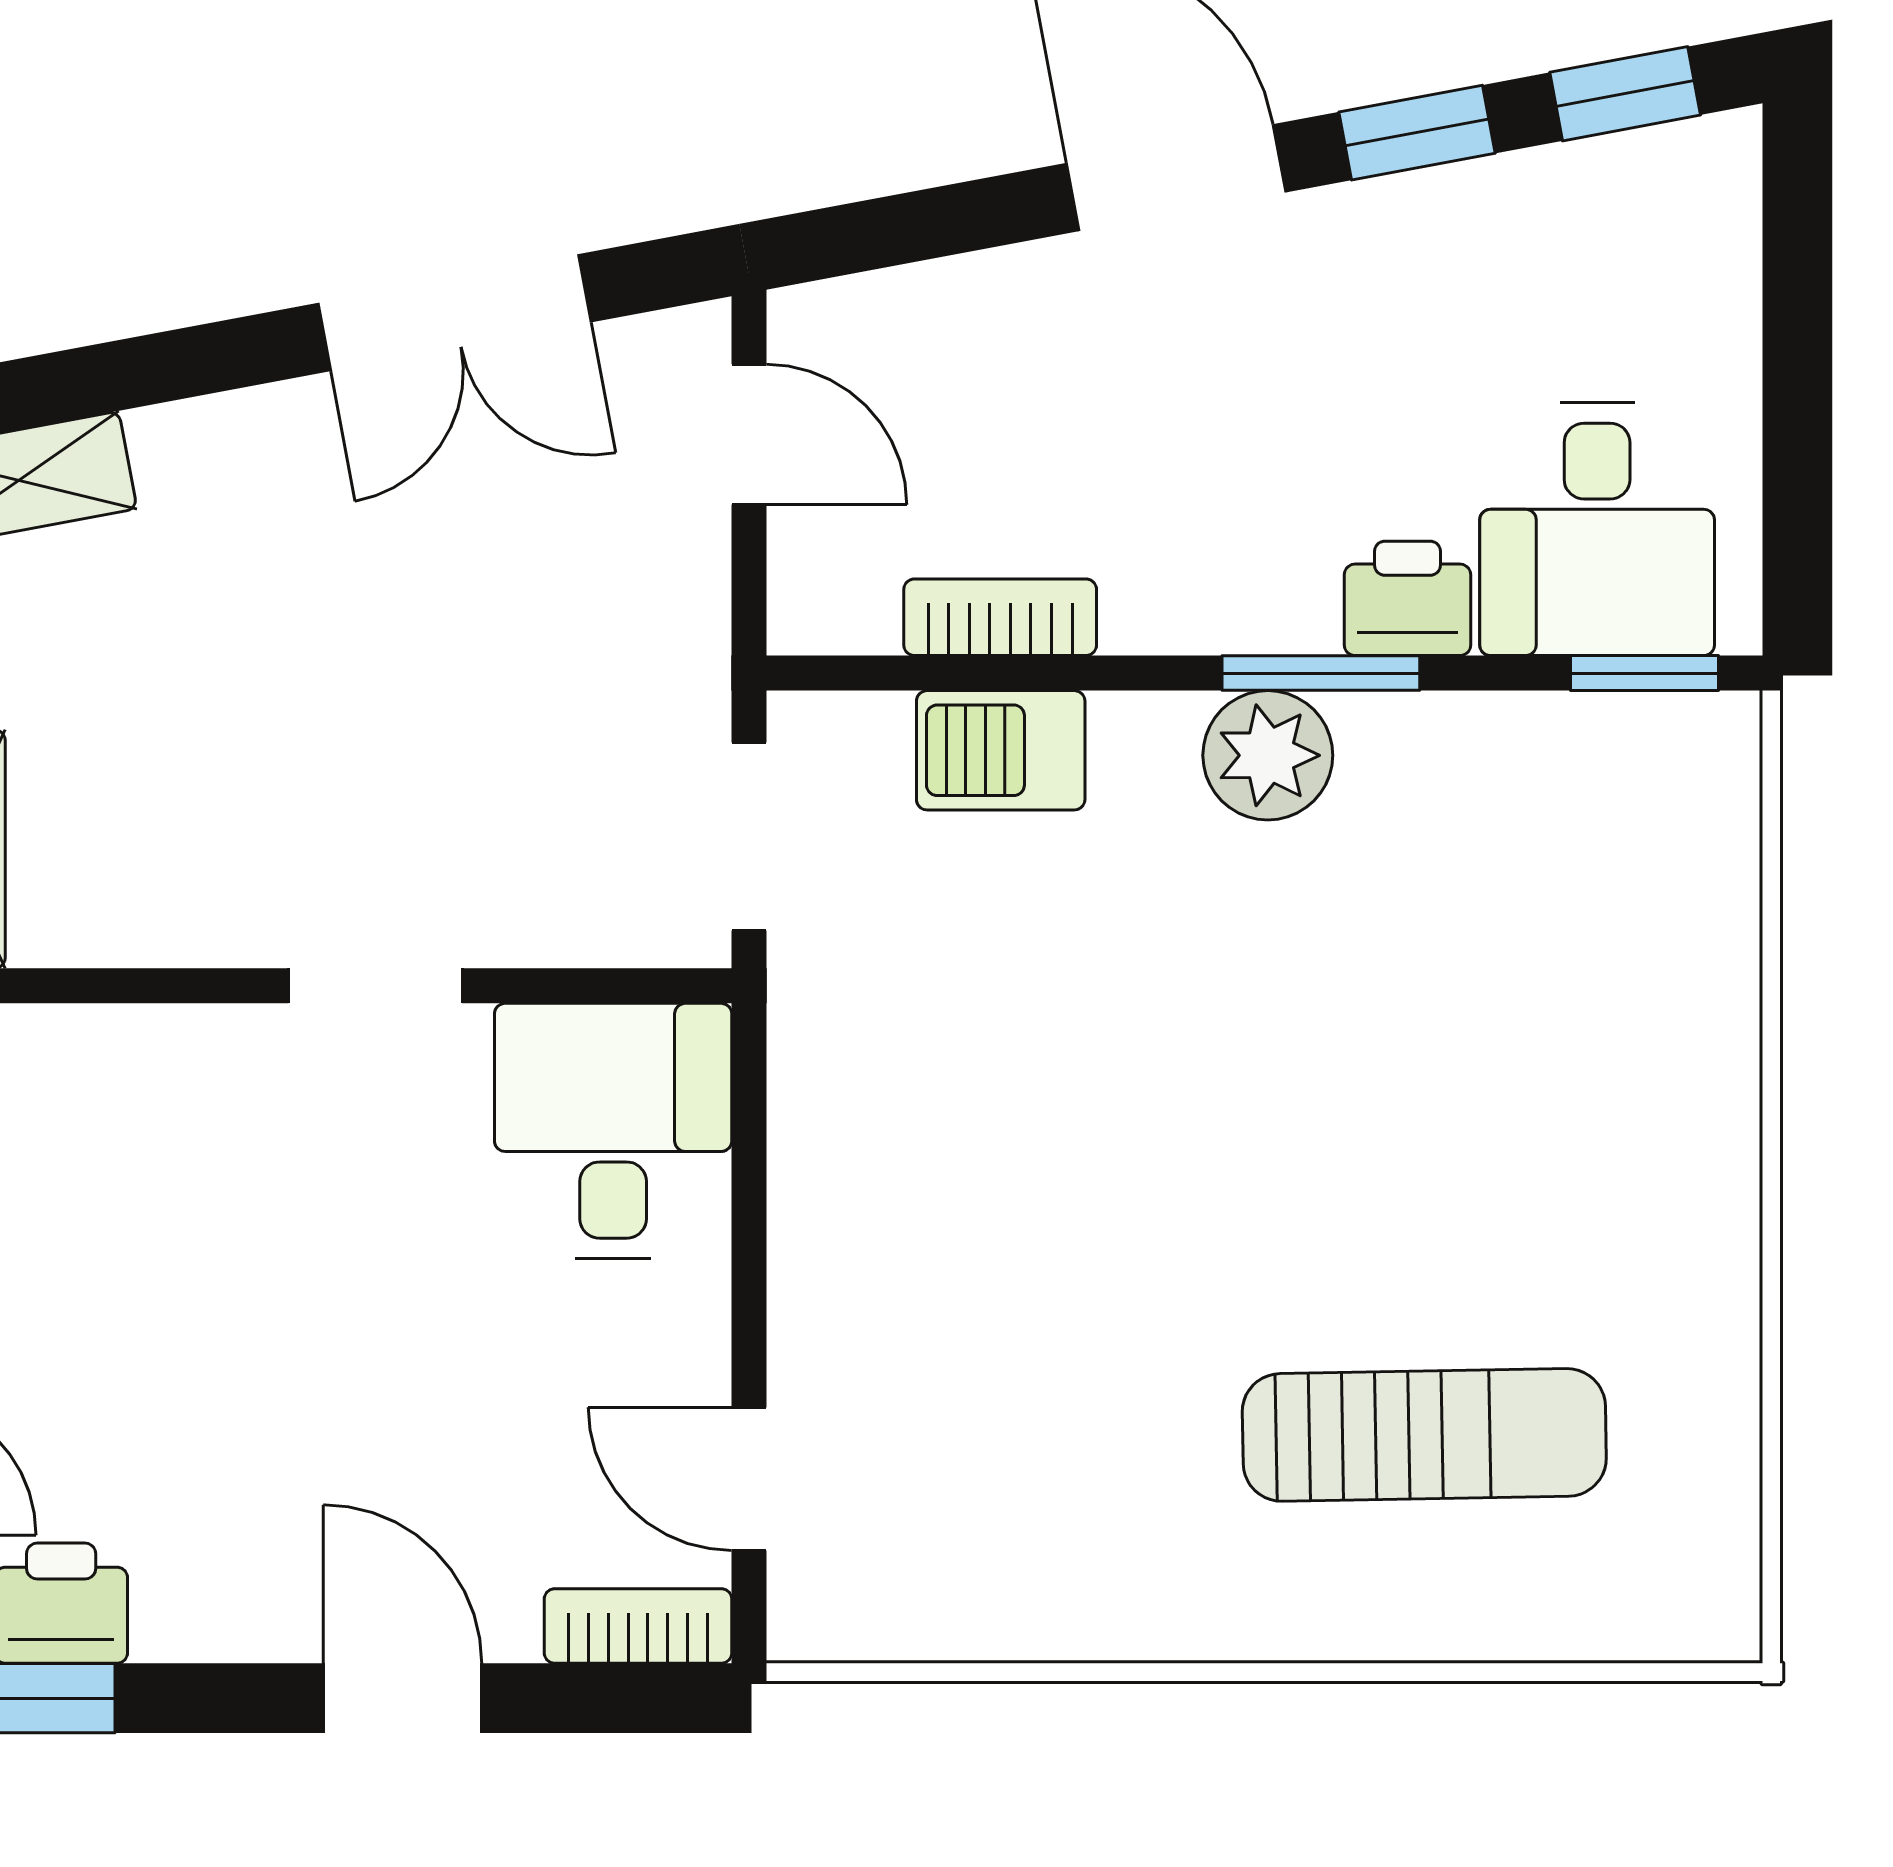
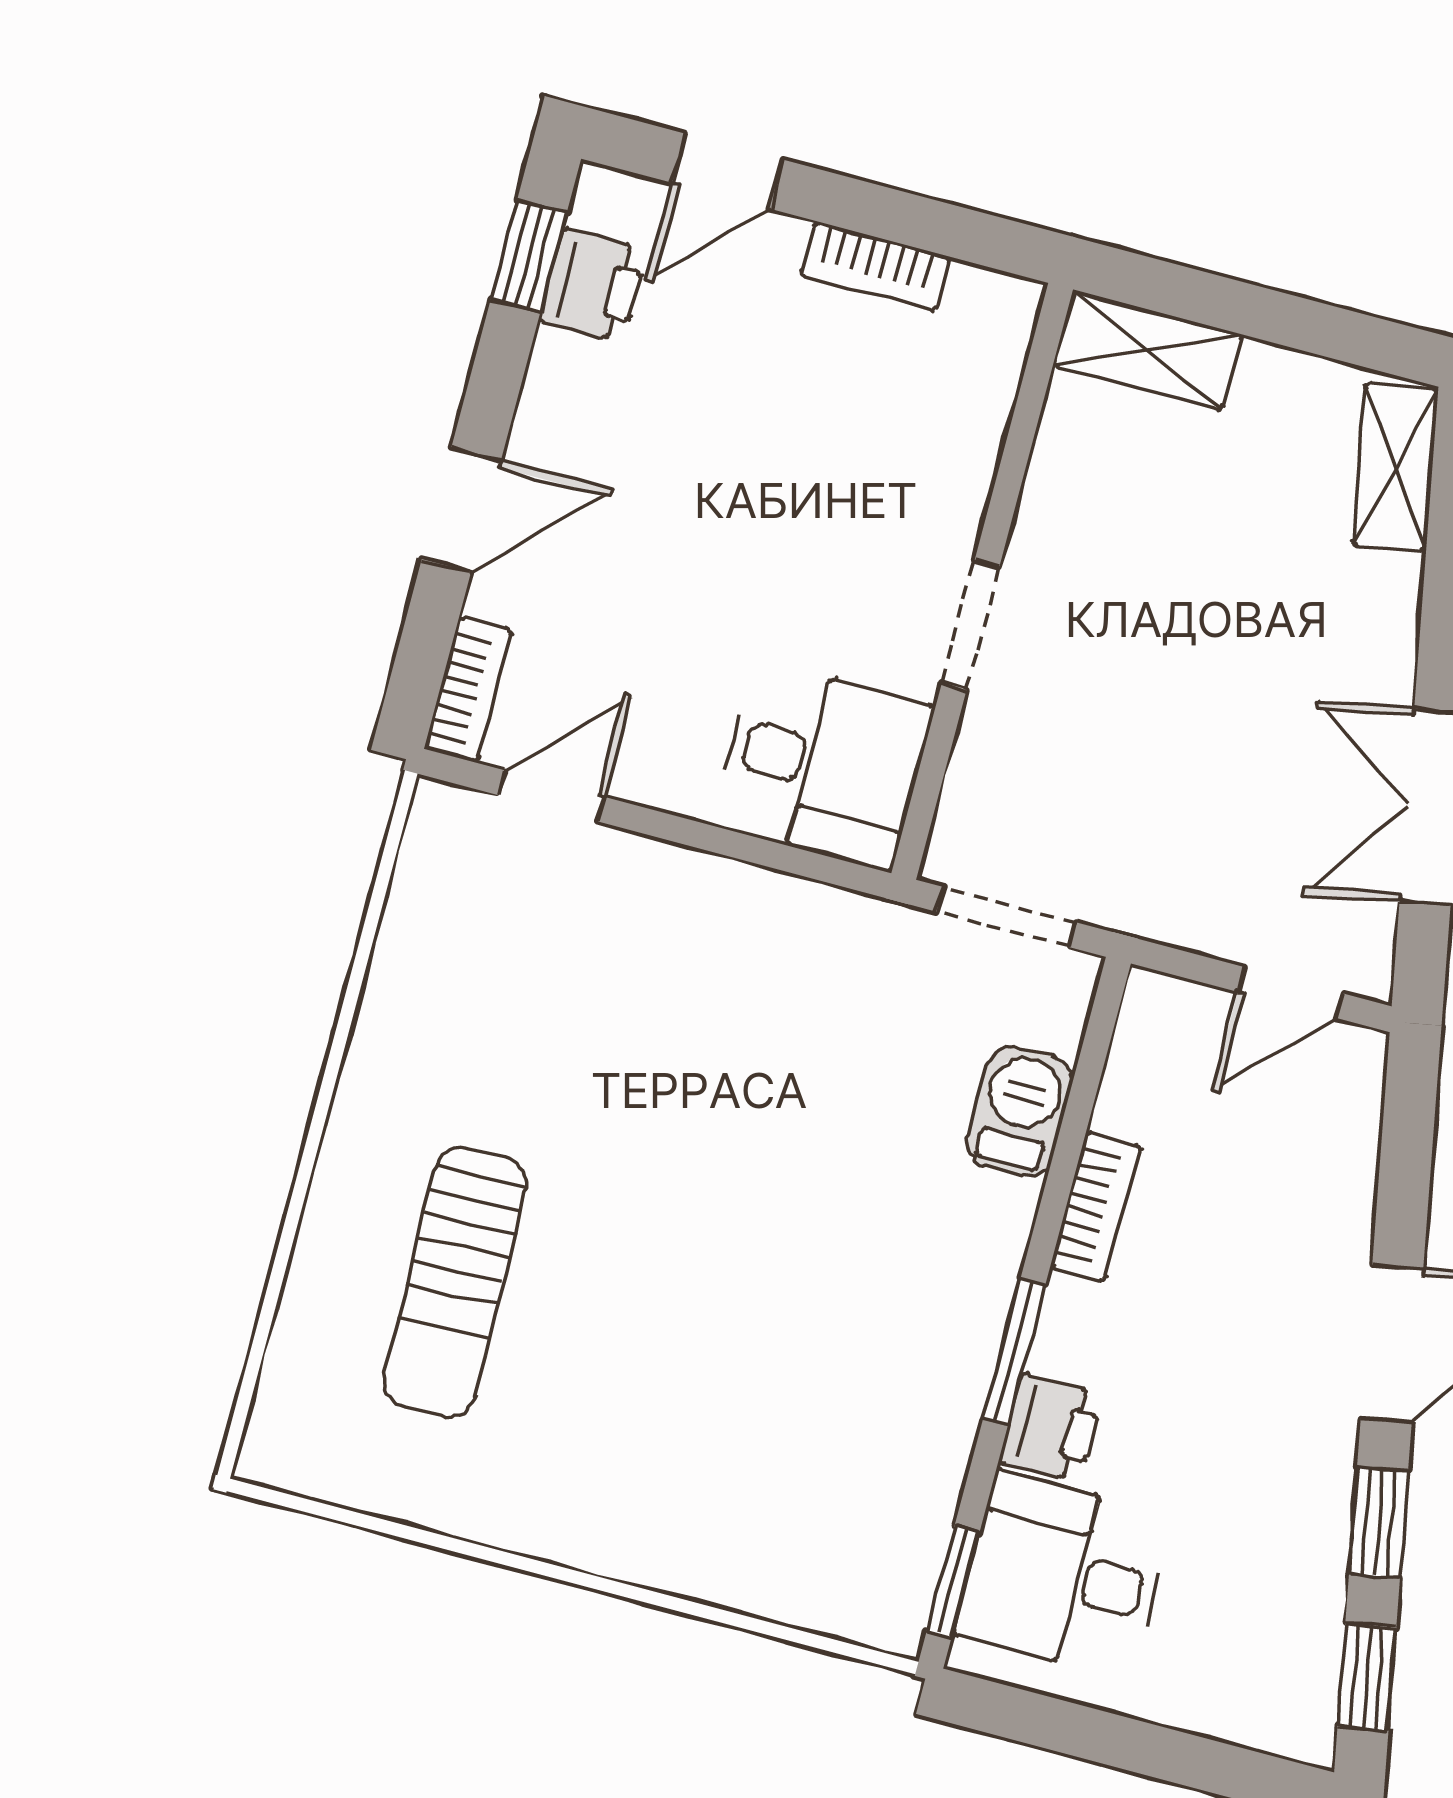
bookcase: (1000, 617) -> (1095, 1207), moved
plant: (1268, 755) -> (966, 1299), removed

